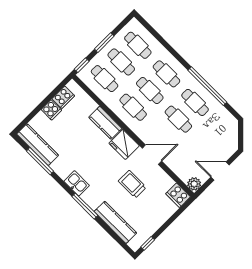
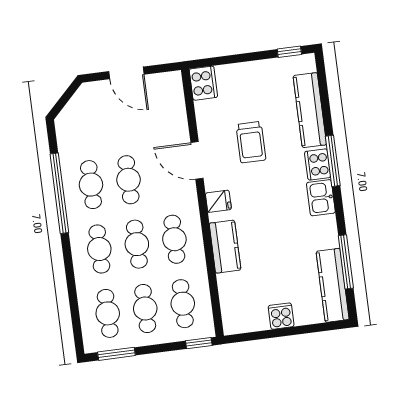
window: (104, 43) -> (116, 354), moved
cooker: (63, 97) -> (318, 164), moved, turned -90
fridge: (124, 144) -> (218, 201), width x0.53, depth x0.75
plant: (194, 184) -> (172, 82), removed

